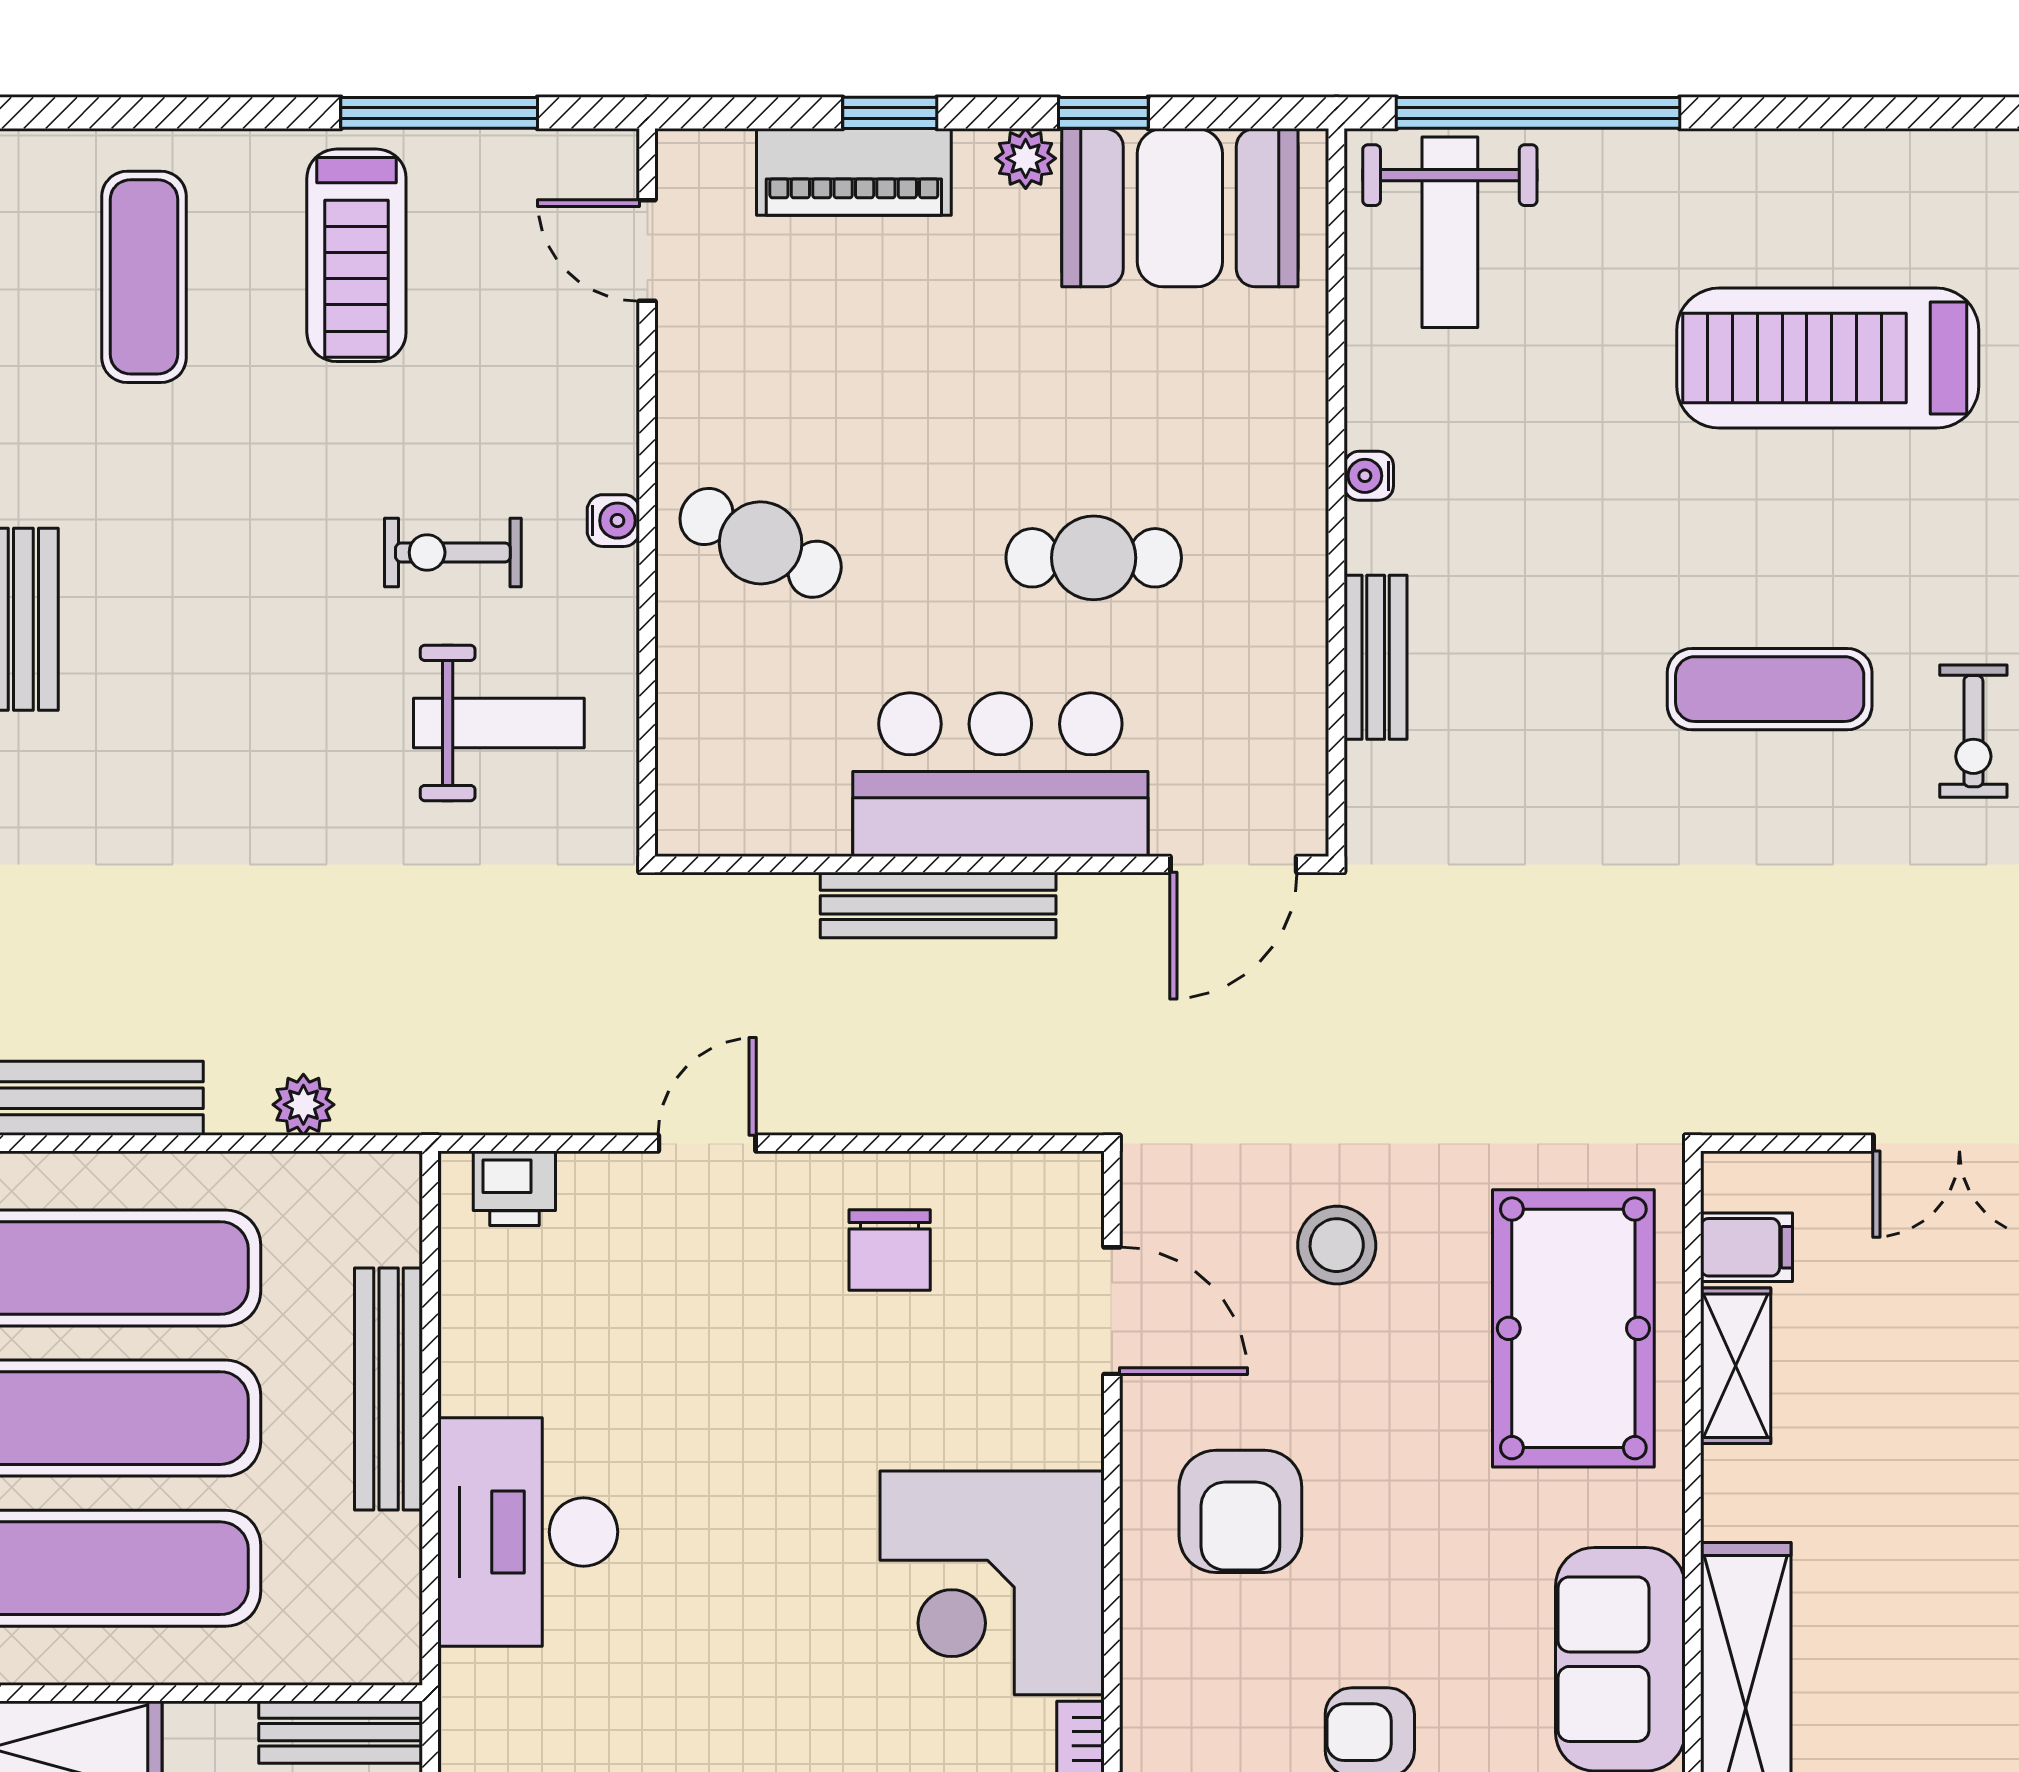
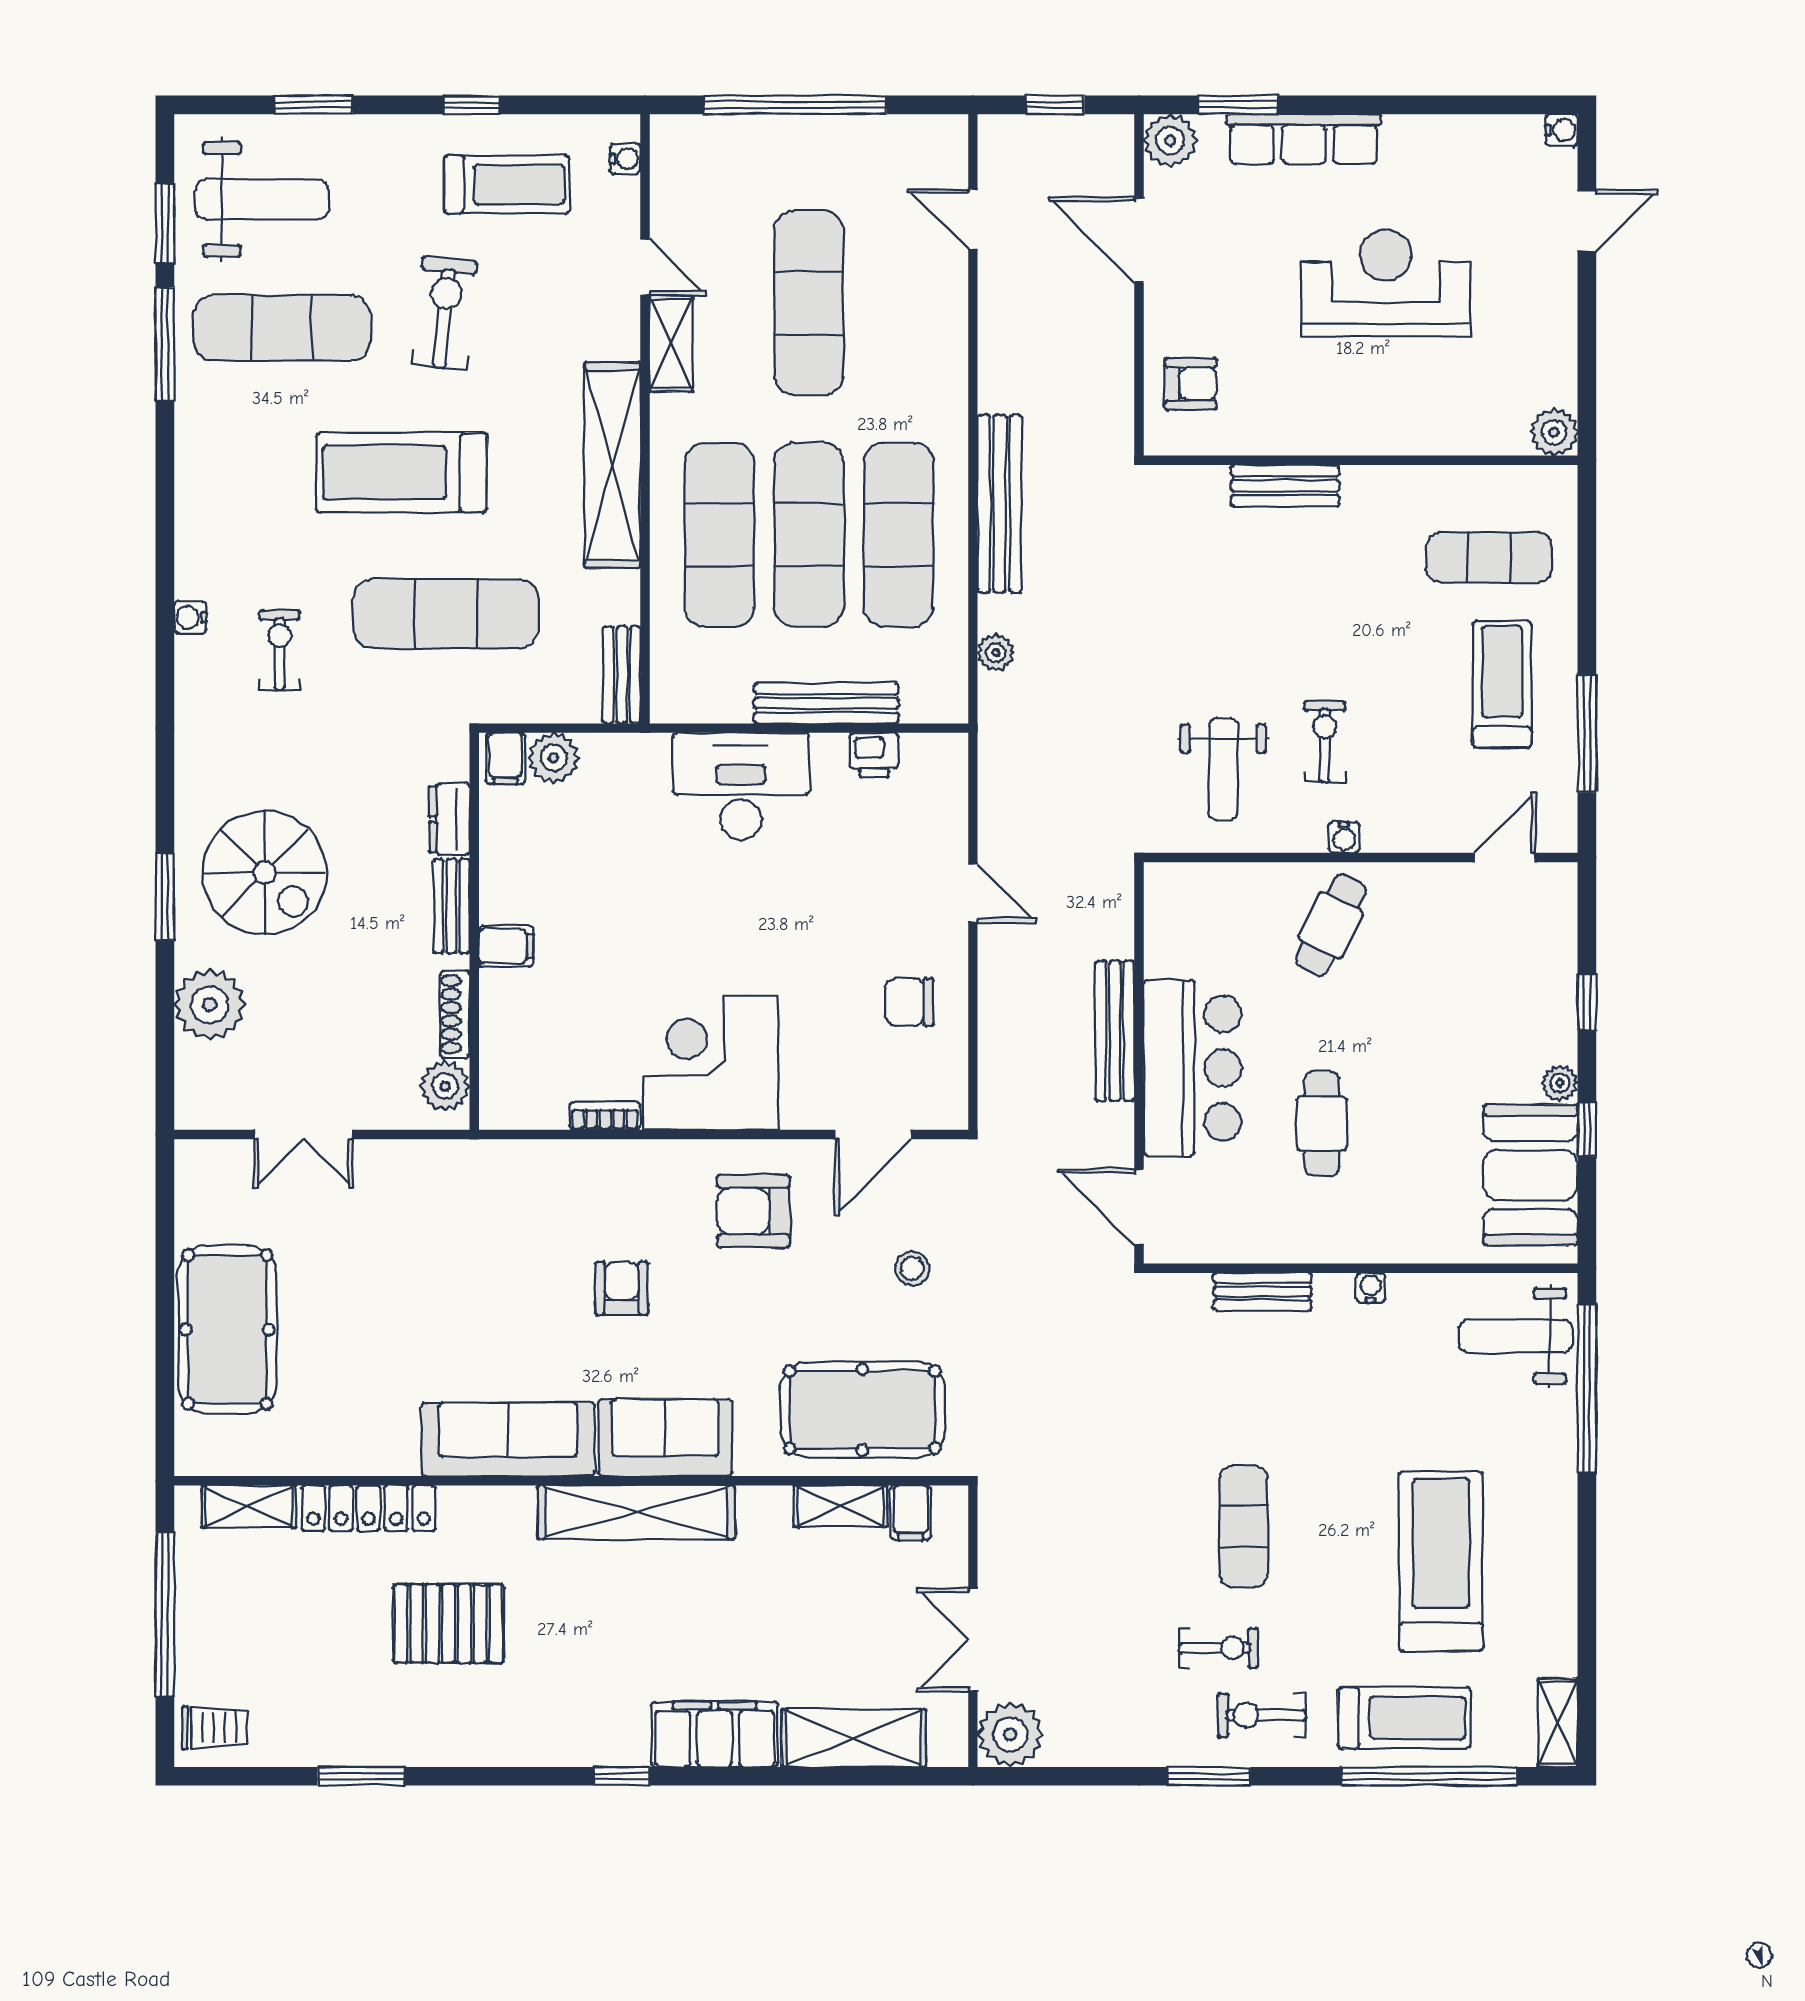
piano: (854, 172) -> (1552, 981), removed
treadmill: (356, 255) -> (1502, 684), turned 90
exercise bike: (1973, 731) -> (1218, 1648), turned 180
printer: (514, 1188) -> (874, 755), moved, turned -90
stool: (1337, 1245) -> (912, 1269), width x0.73, depth x0.73

